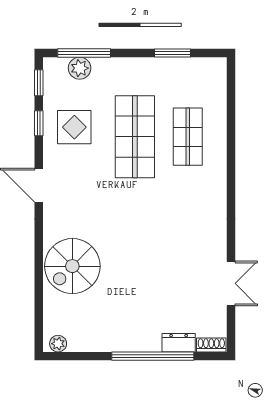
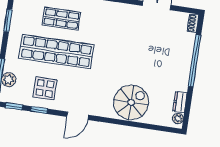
shop shelf: (135, 137) -> (57, 52), width x1.40
spiral stairs: (72, 266) -> (131, 102), turned -90
dresser: (179, 343) -> (180, 102), moved

